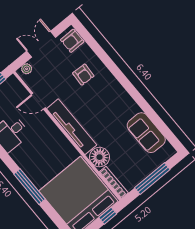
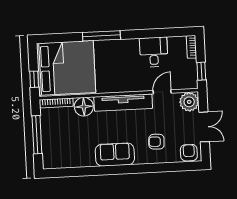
plant: (27, 69) -> (189, 102), width x1.88, depth x1.88
sofa: (146, 133) -> (115, 155), moved

